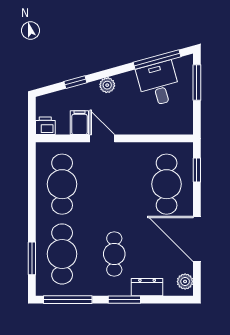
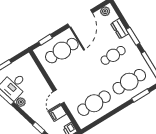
plant: (107, 85) -> (21, 102), moved

